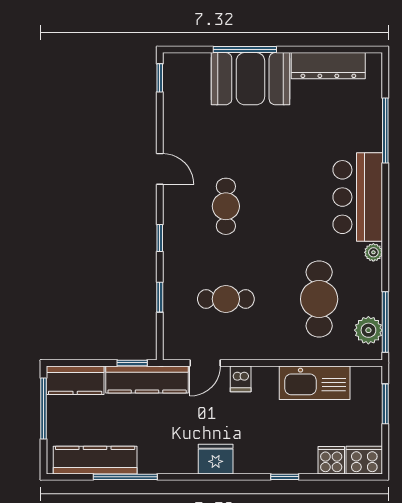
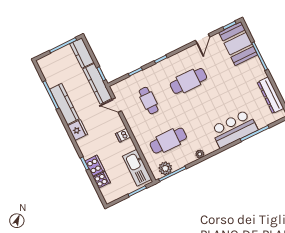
booth: (250, 79) -> (238, 44), moved
door: (160, 169) -> (203, 39), moved
bar counter: (358, 197) -> (234, 129), moved
cafe table: (226, 206) -> (188, 81), width x1.37, depth x1.35
dishwasher: (241, 379) -> (123, 135), moved
kitchen sink: (315, 383) -> (137, 168), moved
kitchen counter: (95, 460) -> (64, 104), moved
cooker: (364, 460) -> (95, 166), moved

